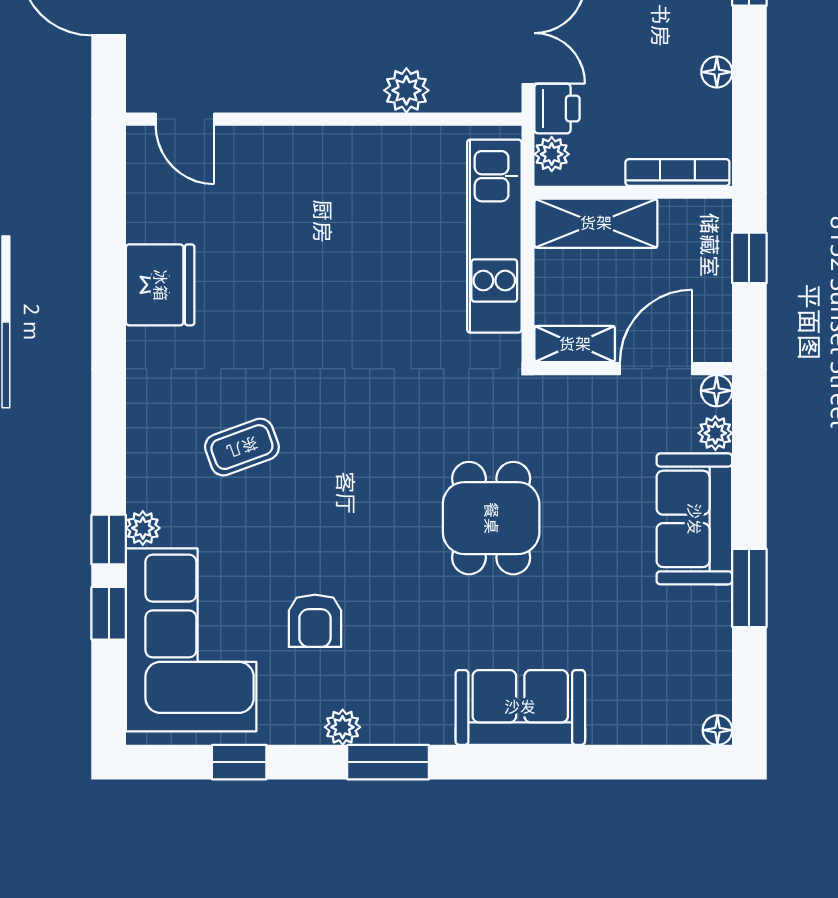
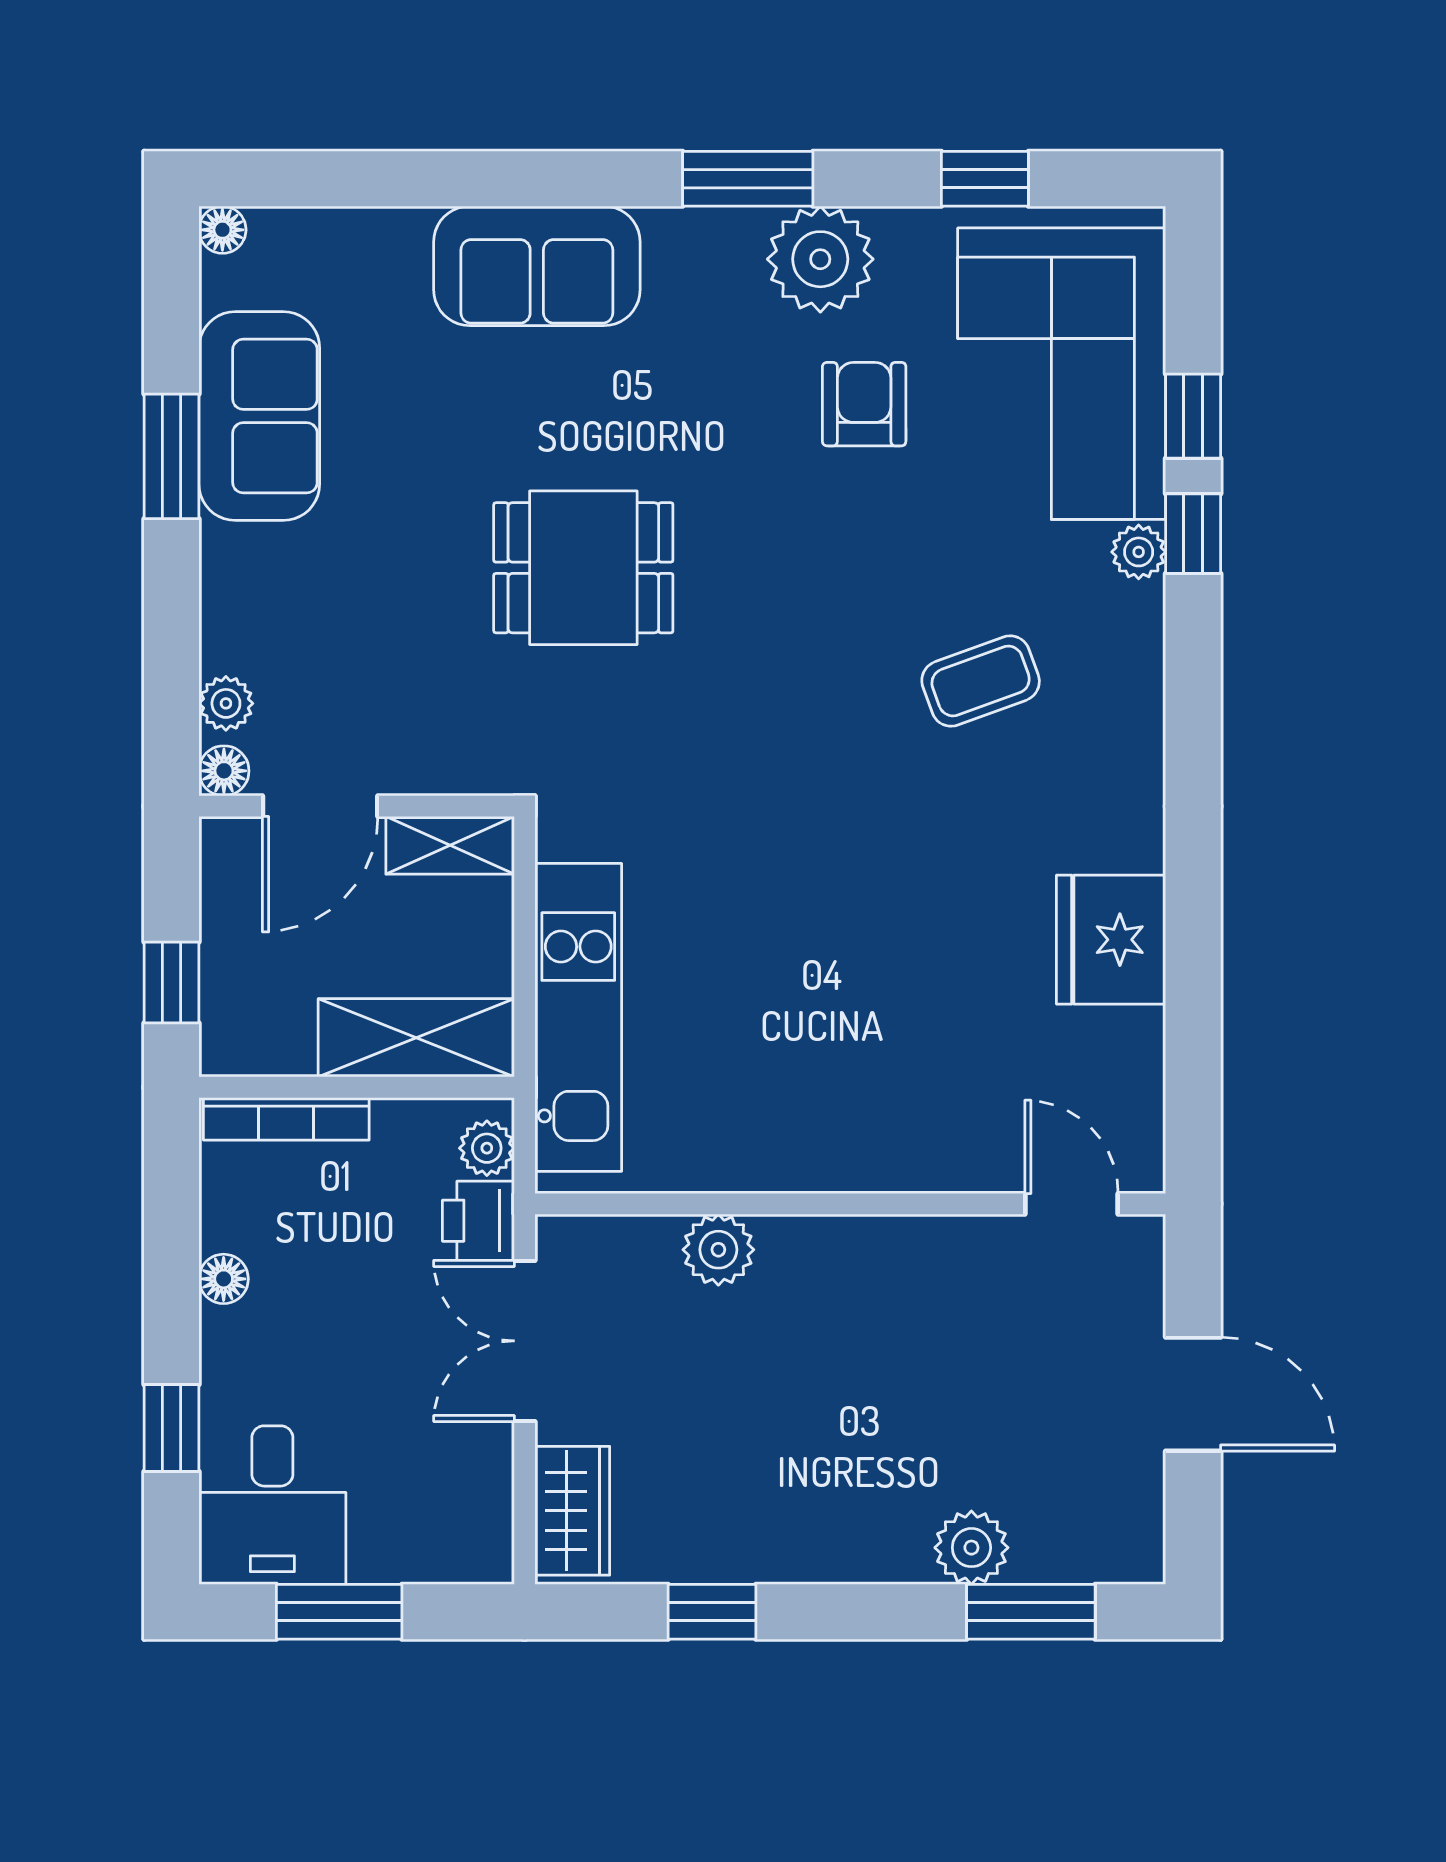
dining table: (491, 518) -> (583, 568), turned 90
sofa: (694, 519) -> (259, 416), moved
plant: (343, 727) -> (820, 259), width x1.88, depth x1.88

